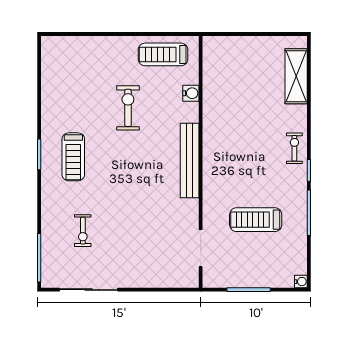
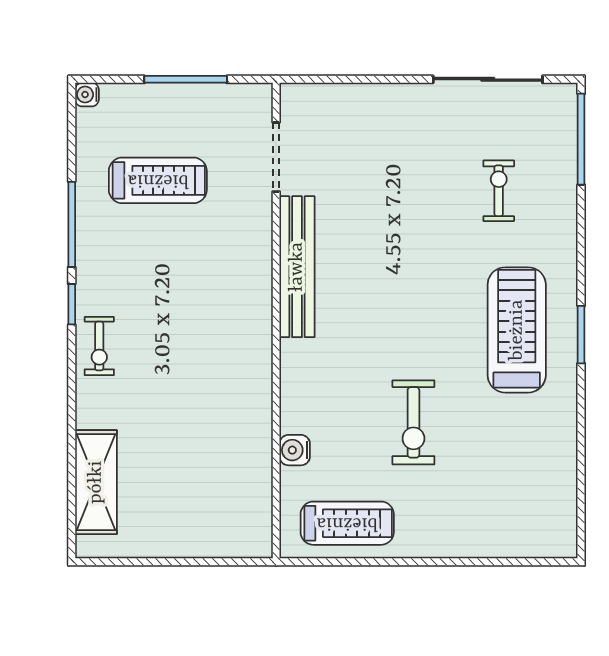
treadmill: (73, 157) -> (517, 330), width x1.37, depth x1.38
bench: (190, 160) -> (297, 267), moved
treadmill: (256, 220) -> (158, 180), moved

